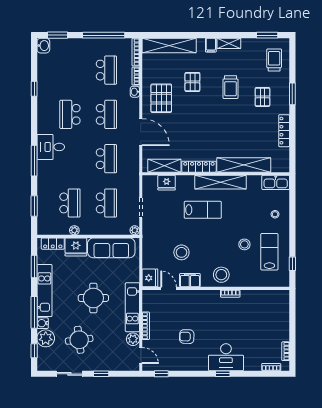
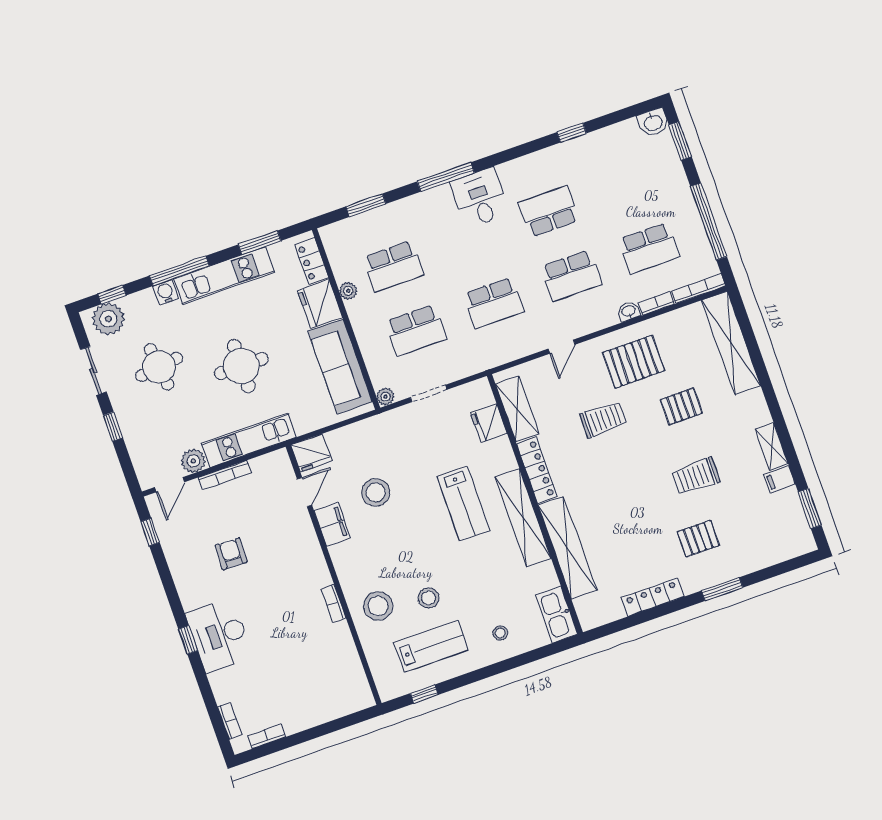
filing cabinet: (211, 45) -> (780, 479), moved
trolley: (274, 60) -> (603, 420), moved
door: (141, 132) -> (562, 347), width x0.53
stool: (221, 275) -> (378, 606), moved
plant: (46, 338) -> (108, 319), moved

